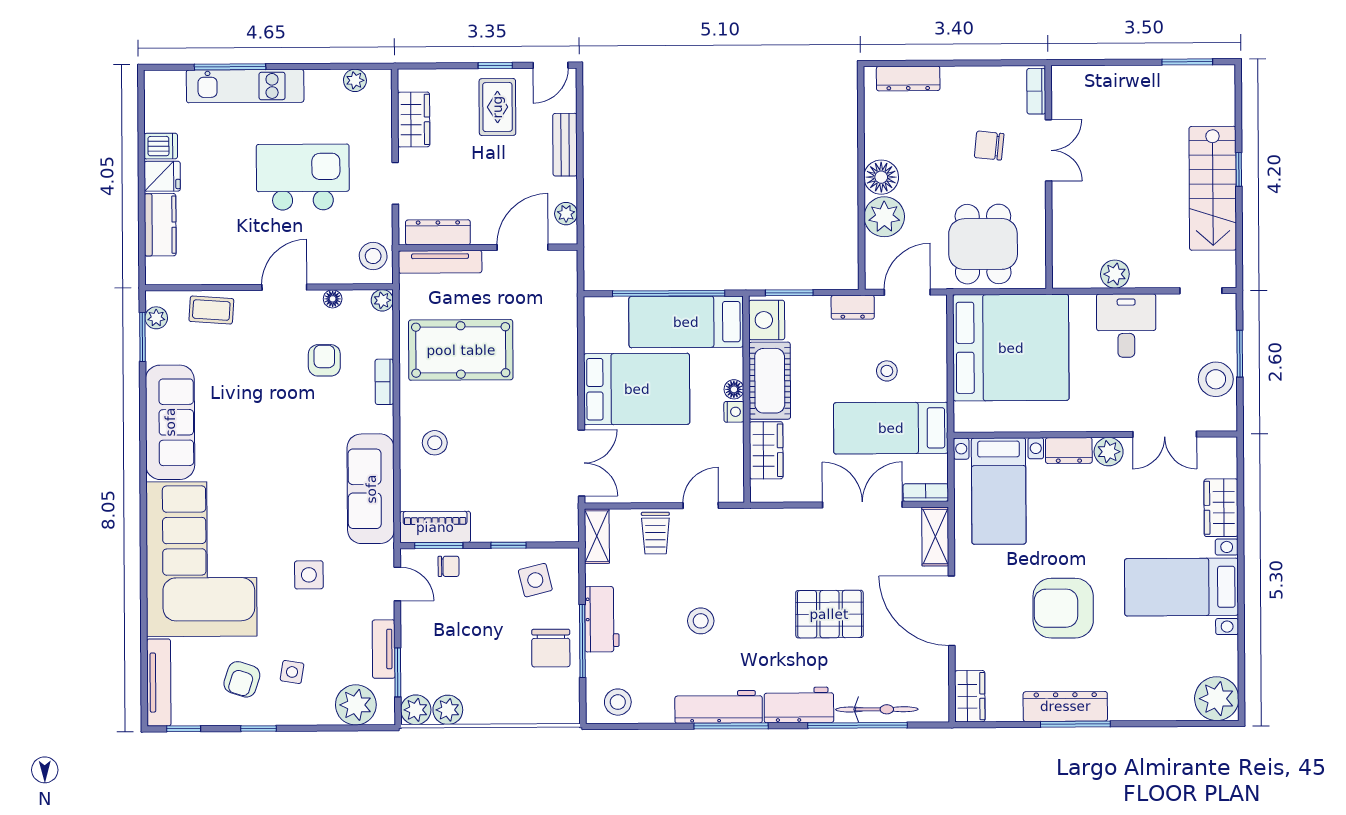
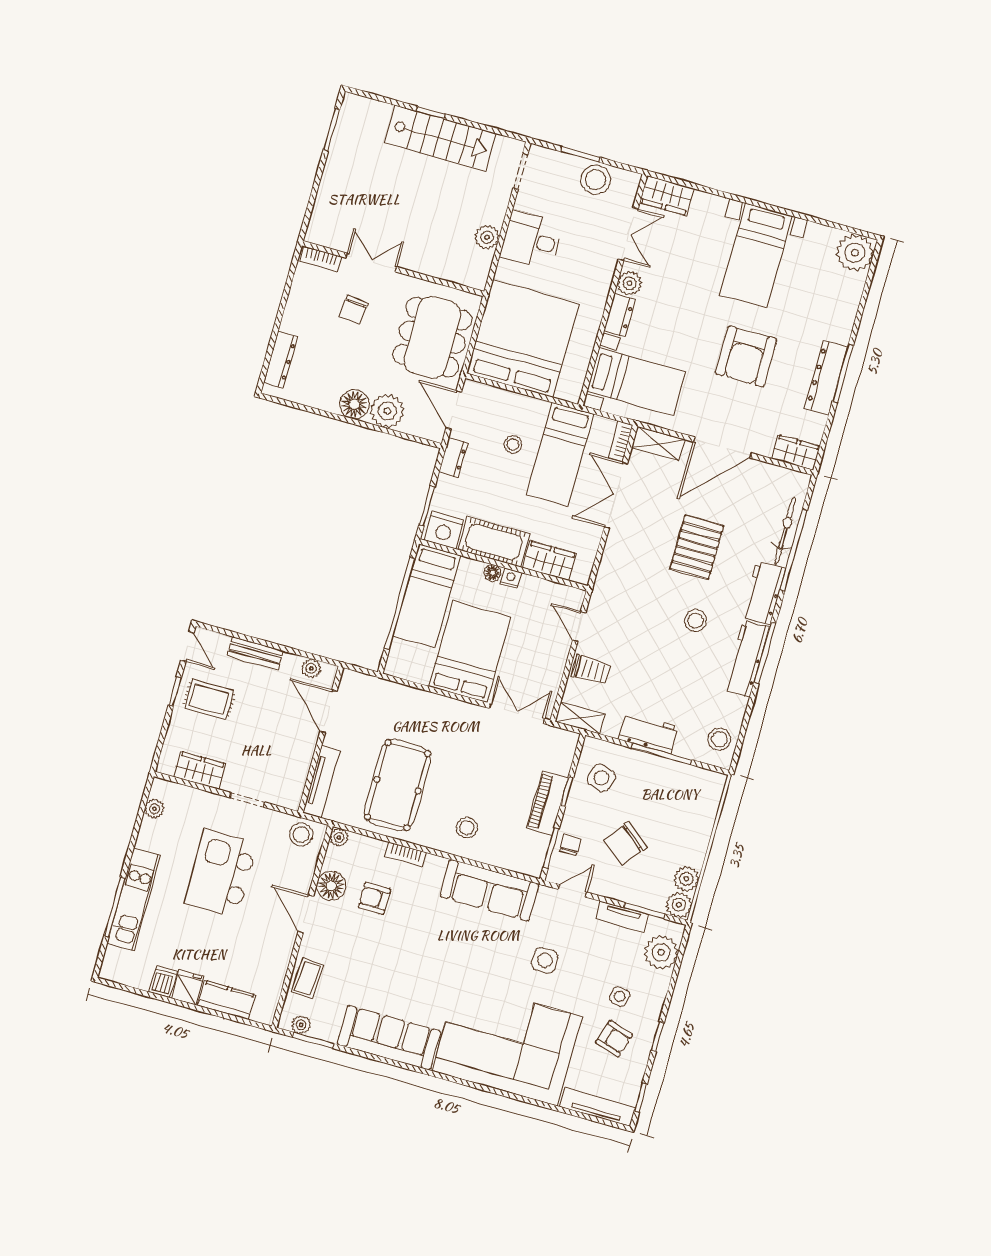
dresser: (438, 232) -> (297, 777), removed
dining table: (983, 244) -> (432, 337), width x1.38
floor lamp: (333, 299) -> (331, 886), width x1.89, depth x1.89
wardrobe: (1221, 508) -> (667, 196), moved
piano: (435, 527) -> (547, 803), moved
side table: (535, 580) -> (601, 778), turned 31
stool: (701, 621) -> (696, 621), moved
chair: (551, 648) -> (625, 844), moved, turned 129

